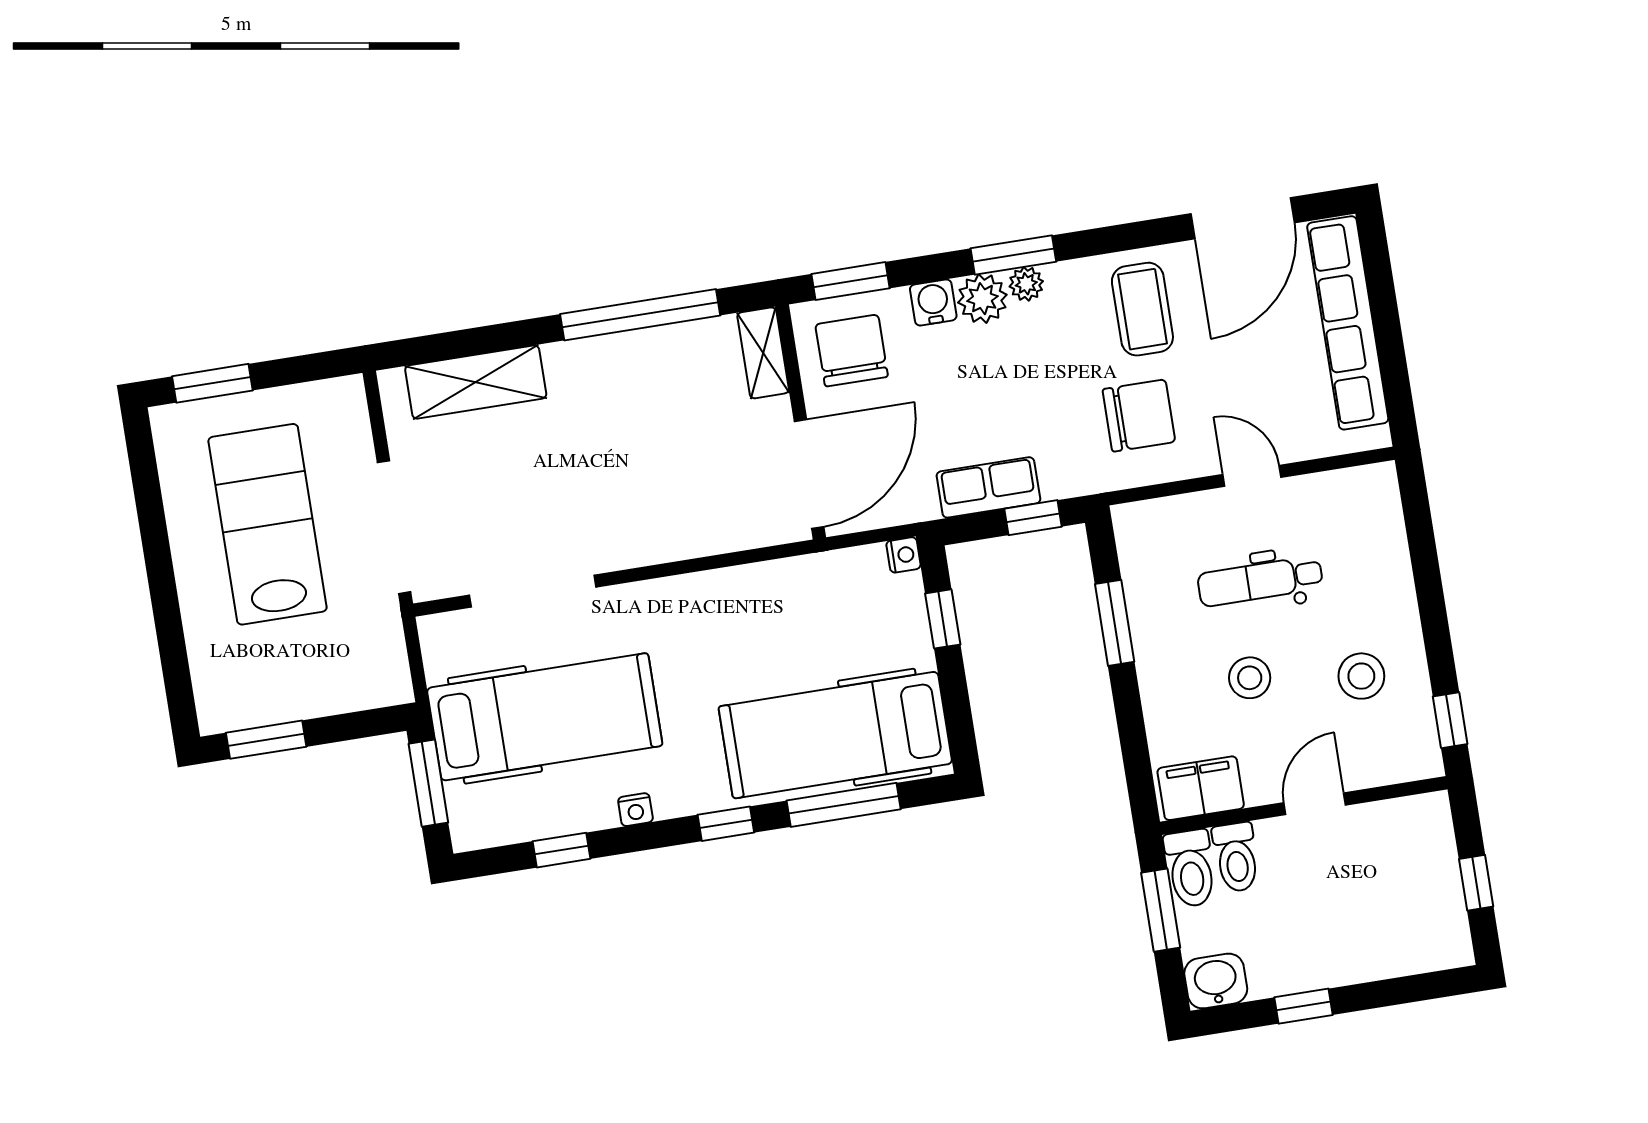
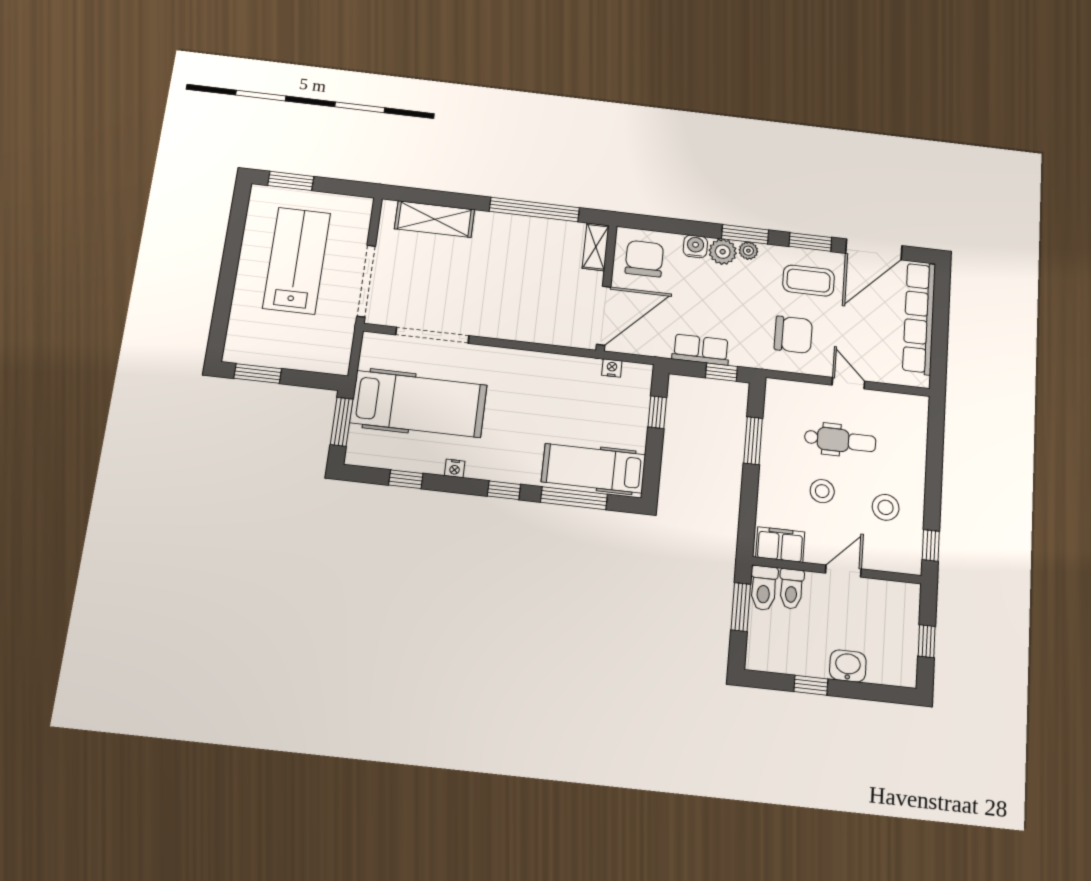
window: (851, 281) -> (810, 242), moved
coffee table: (1142, 309) -> (809, 281), turned 90
nightstand: (903, 555) -> (612, 368), moved, turned -90
dental chair: (1260, 581) -> (840, 440), turned 180
hospital bed: (835, 735) -> (594, 468), width x0.73, depth x0.78
washbasin: (1216, 981) -> (848, 666), moved

